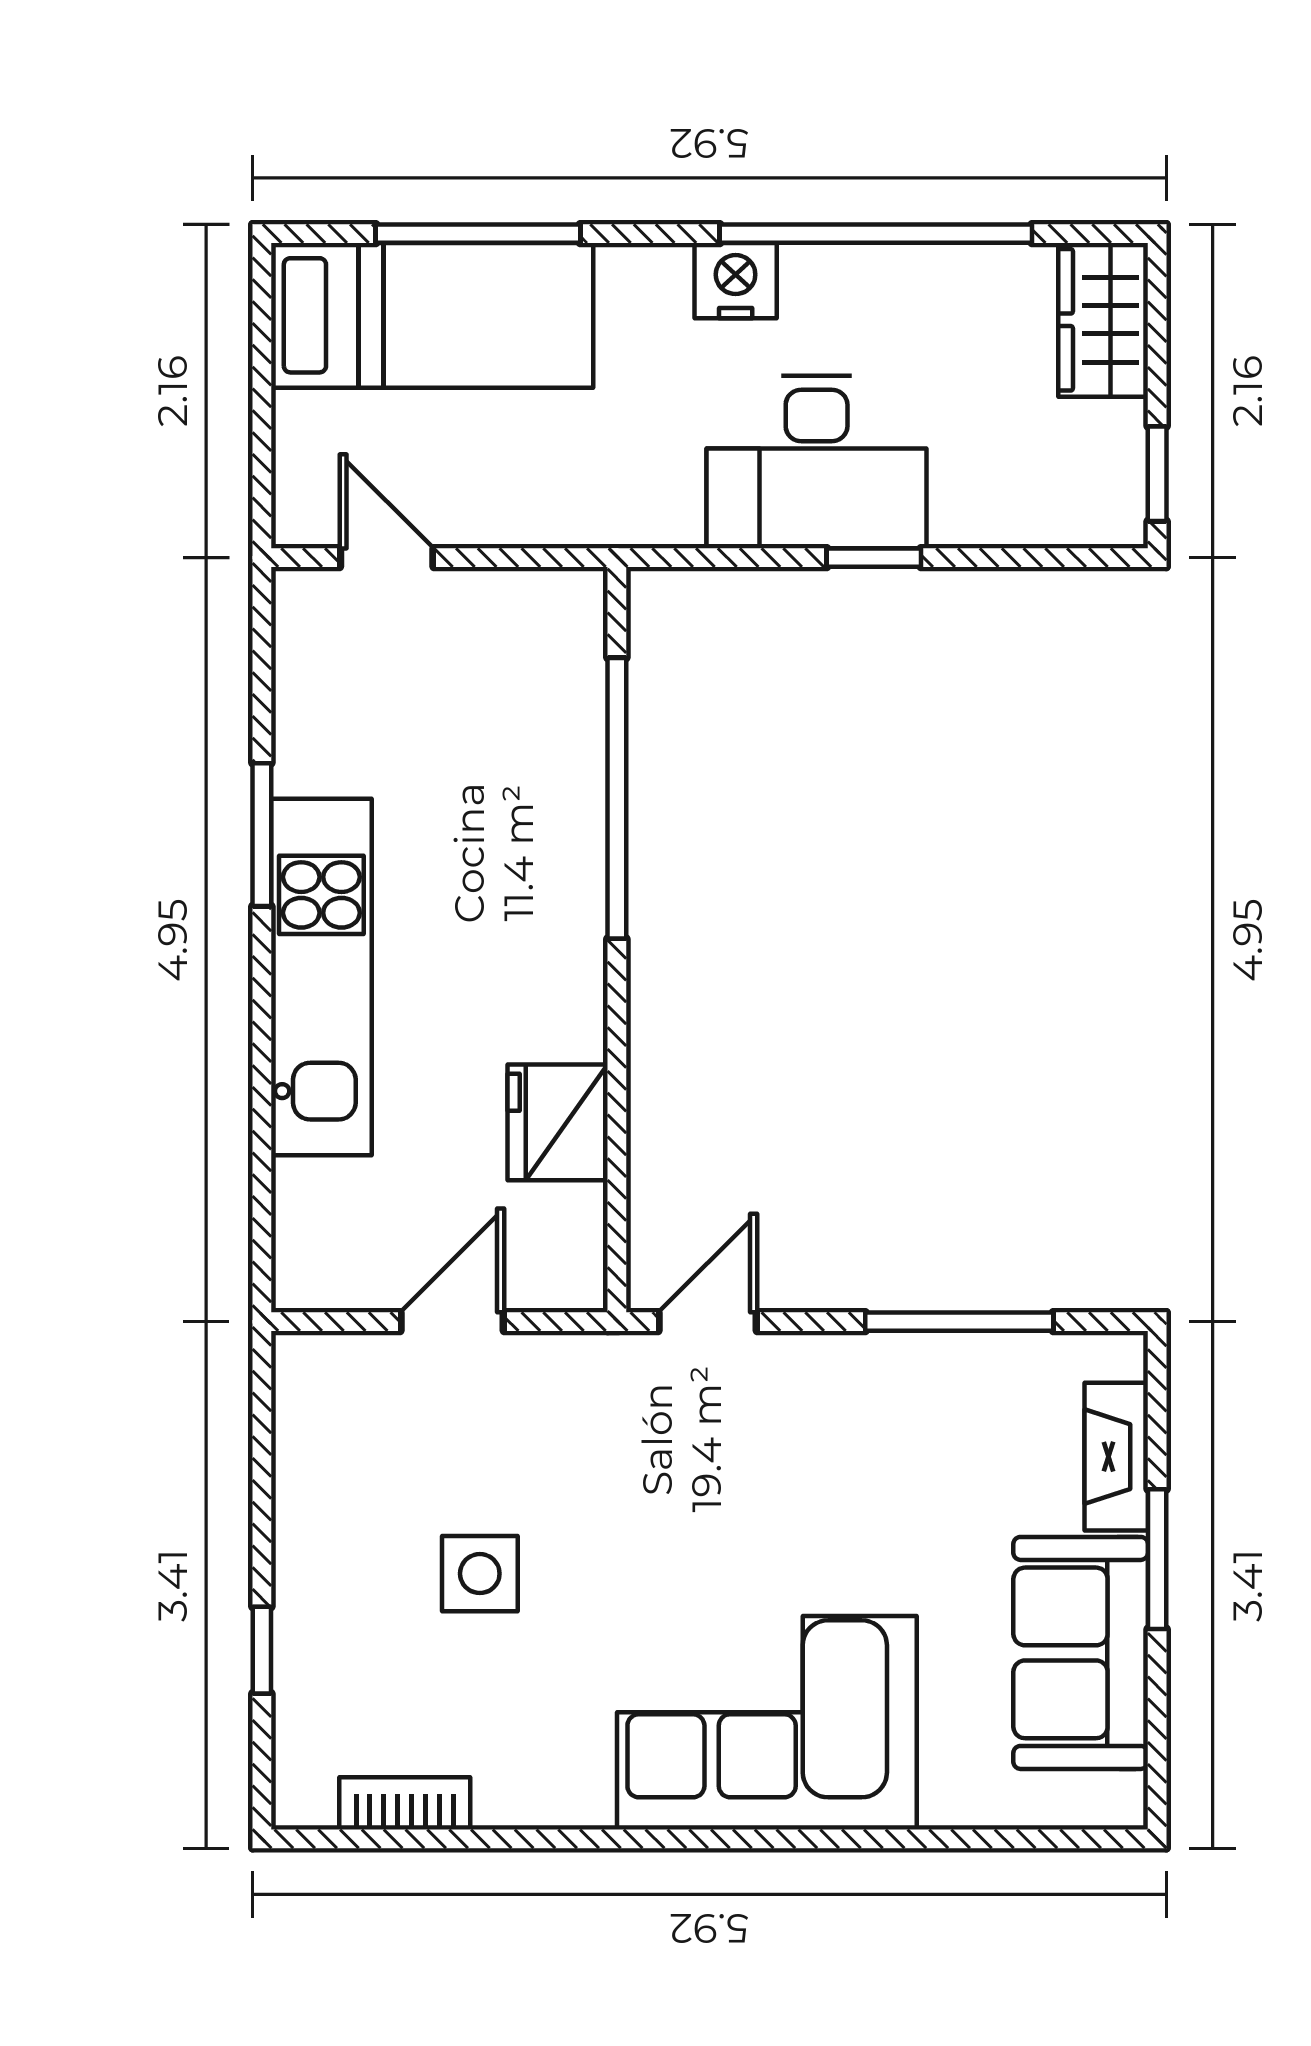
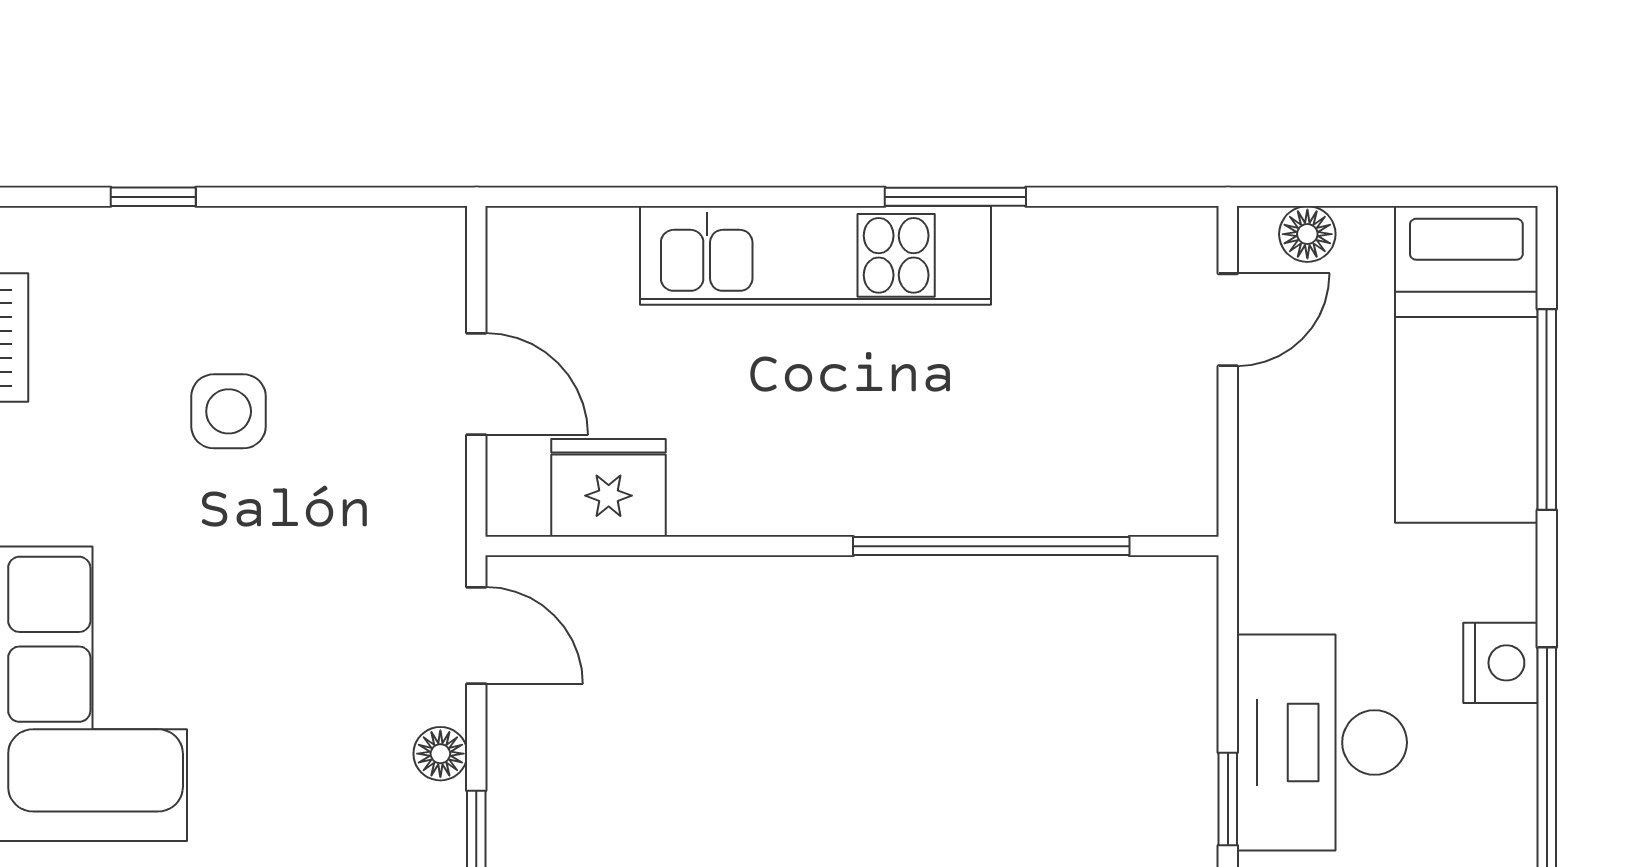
floor lamp: (300, 477) -> (1307, 234), added
fridge: (558, 1122) -> (609, 488), moved
floor lamp: (828, 1358) -> (440, 754), added

